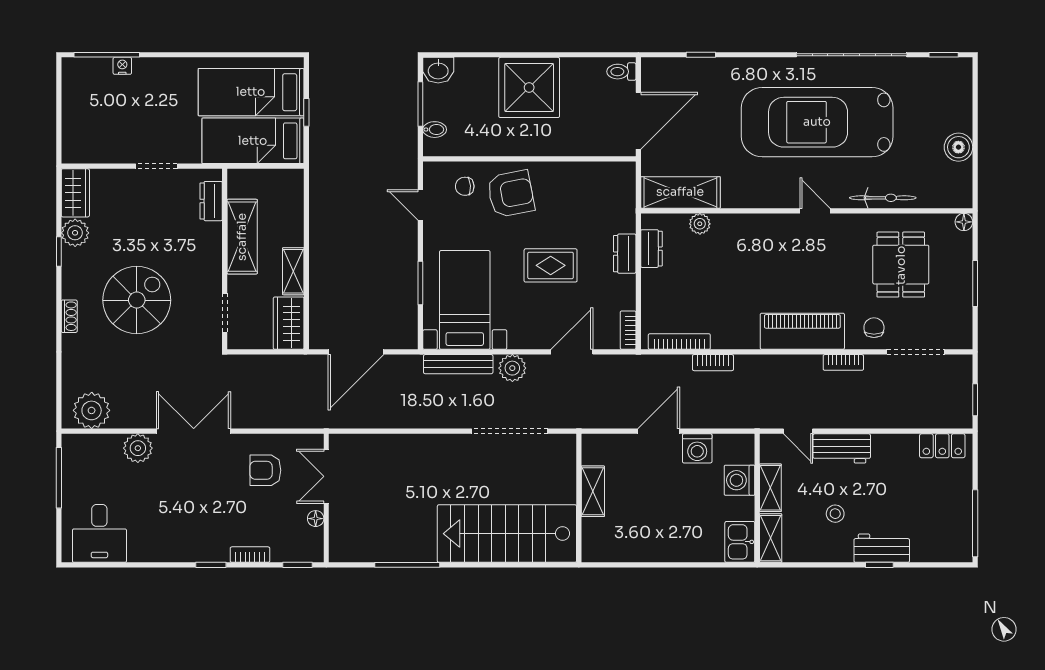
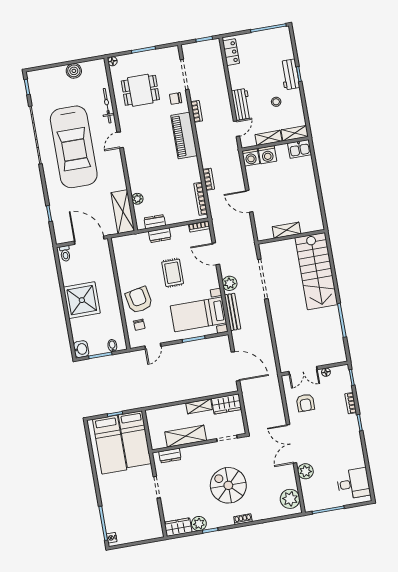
nightstand: (122, 66) -> (112, 538), moved
washing machine: (697, 448) -> (251, 157), moved, turned 90

